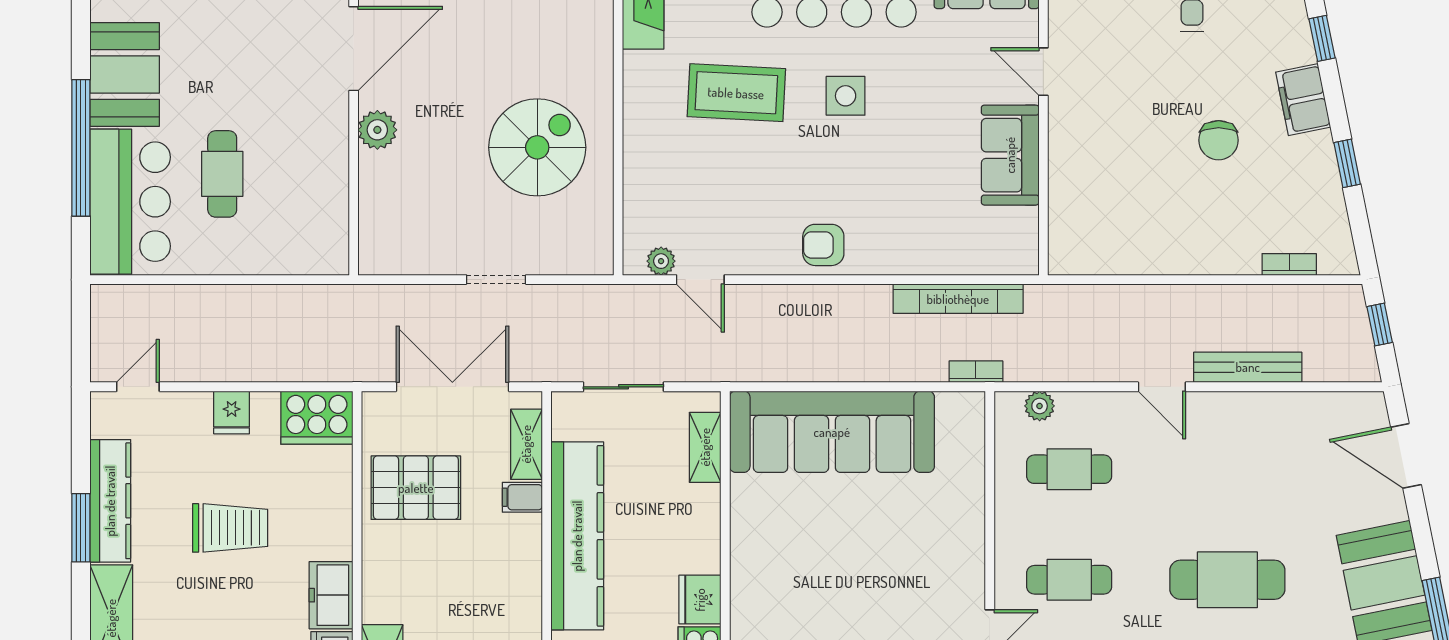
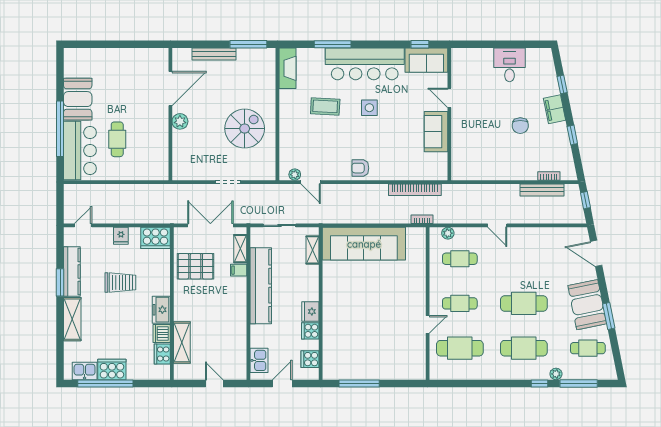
coffee table: (736, 93) -> (325, 106), width x0.73, depth x0.76
bench: (1248, 367) -> (542, 190), moved

